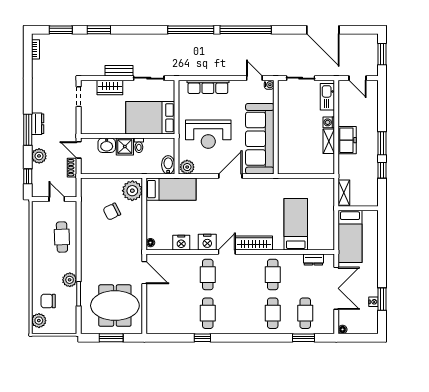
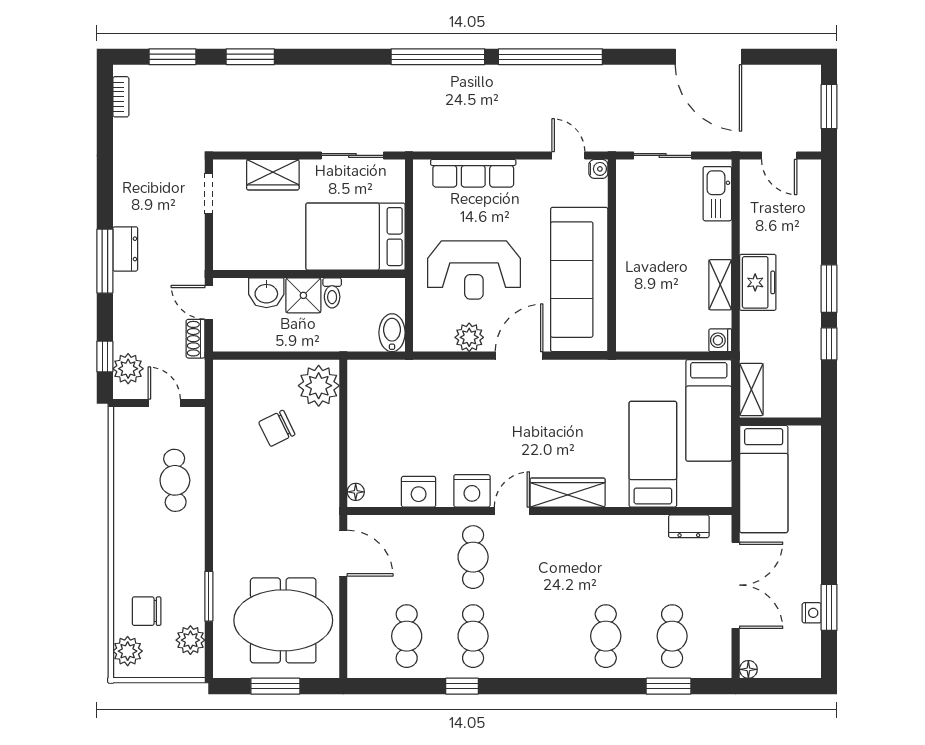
bench: (119, 71) -> (291, 141), removed
washing machine: (329, 122) -> (720, 340), moved
plant: (39, 156) -> (128, 369), moved
plant: (187, 167) -> (469, 337), moved
bed: (171, 189) -> (709, 410), moved, turned 90
cafe table: (273, 275) -> (407, 636), moved
plant: (70, 280) -> (190, 640), moved

